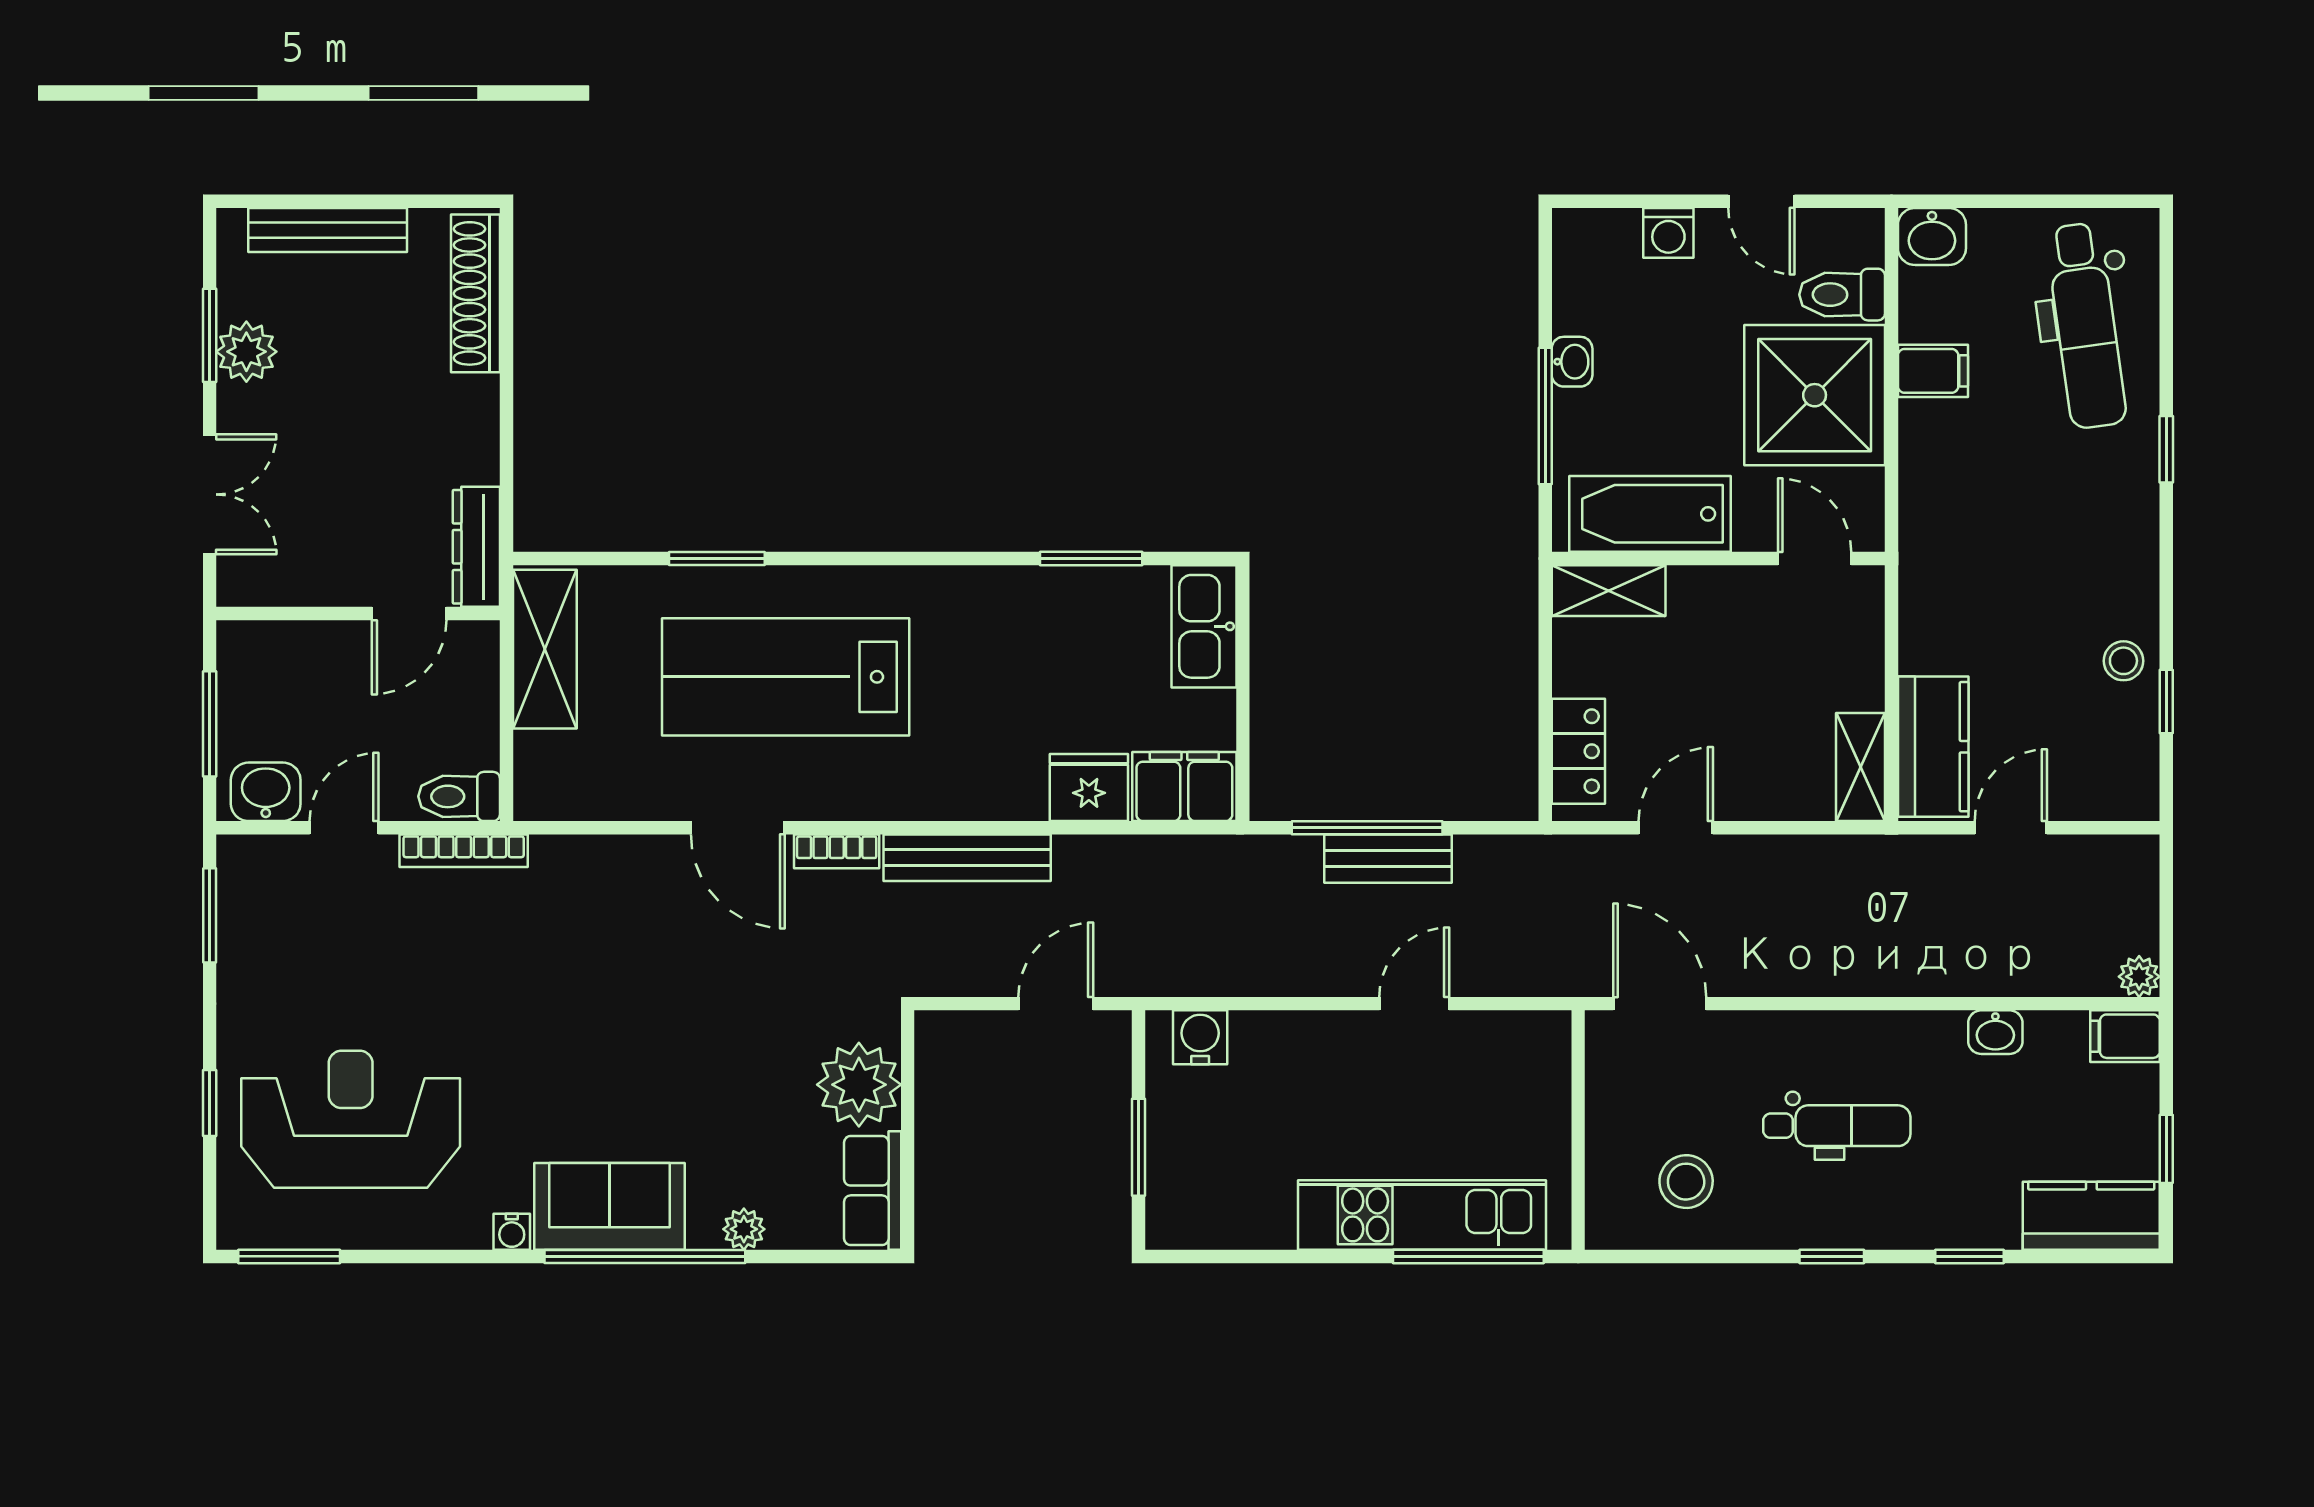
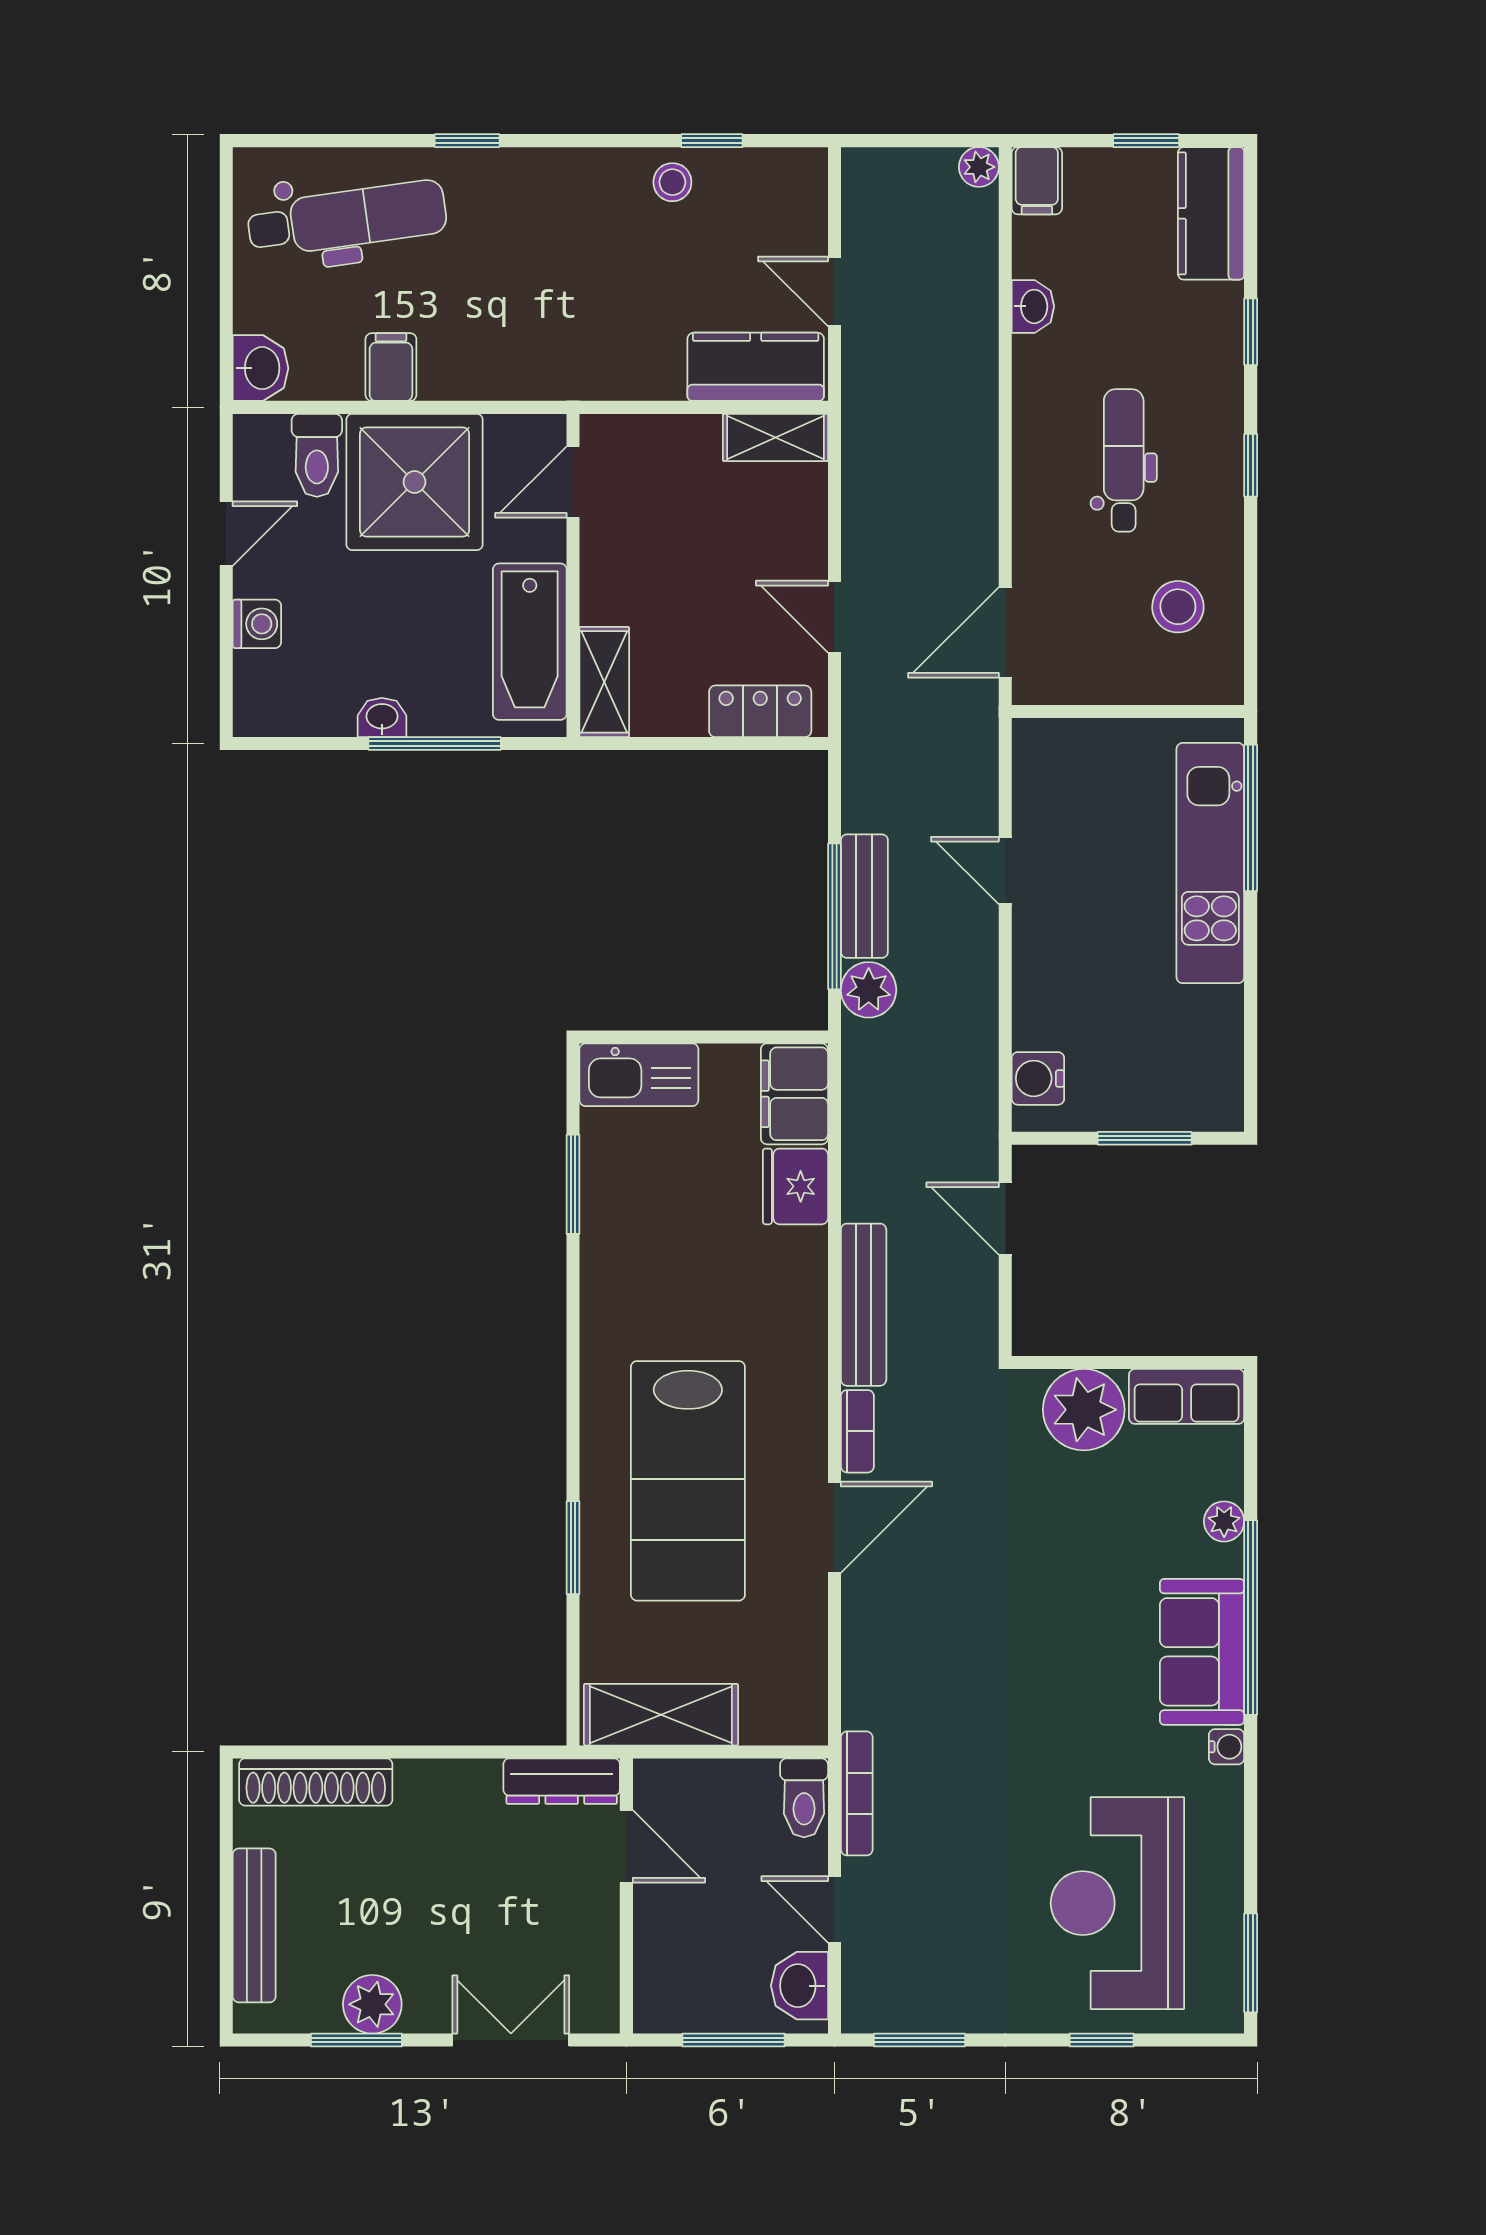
plant: (1291, 863) -> (869, 990), added

